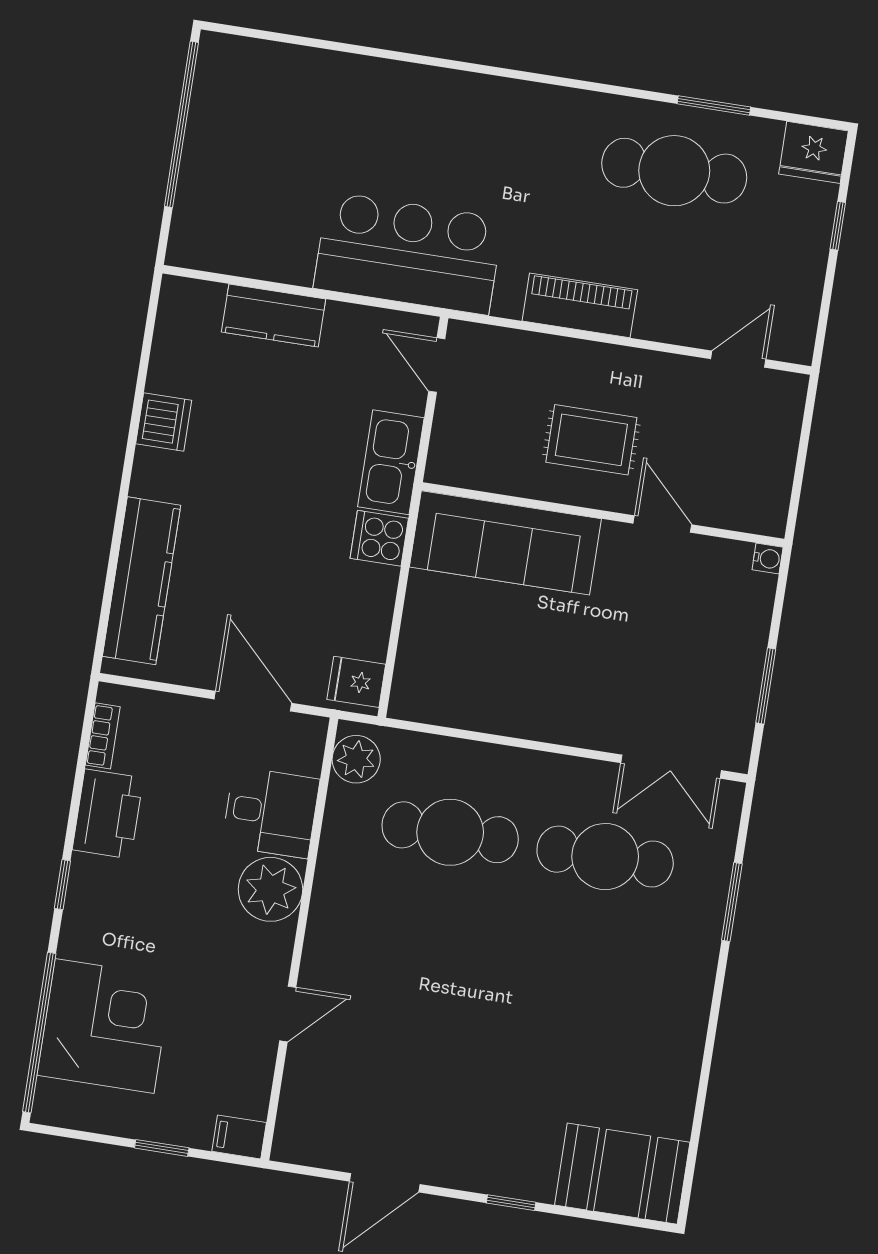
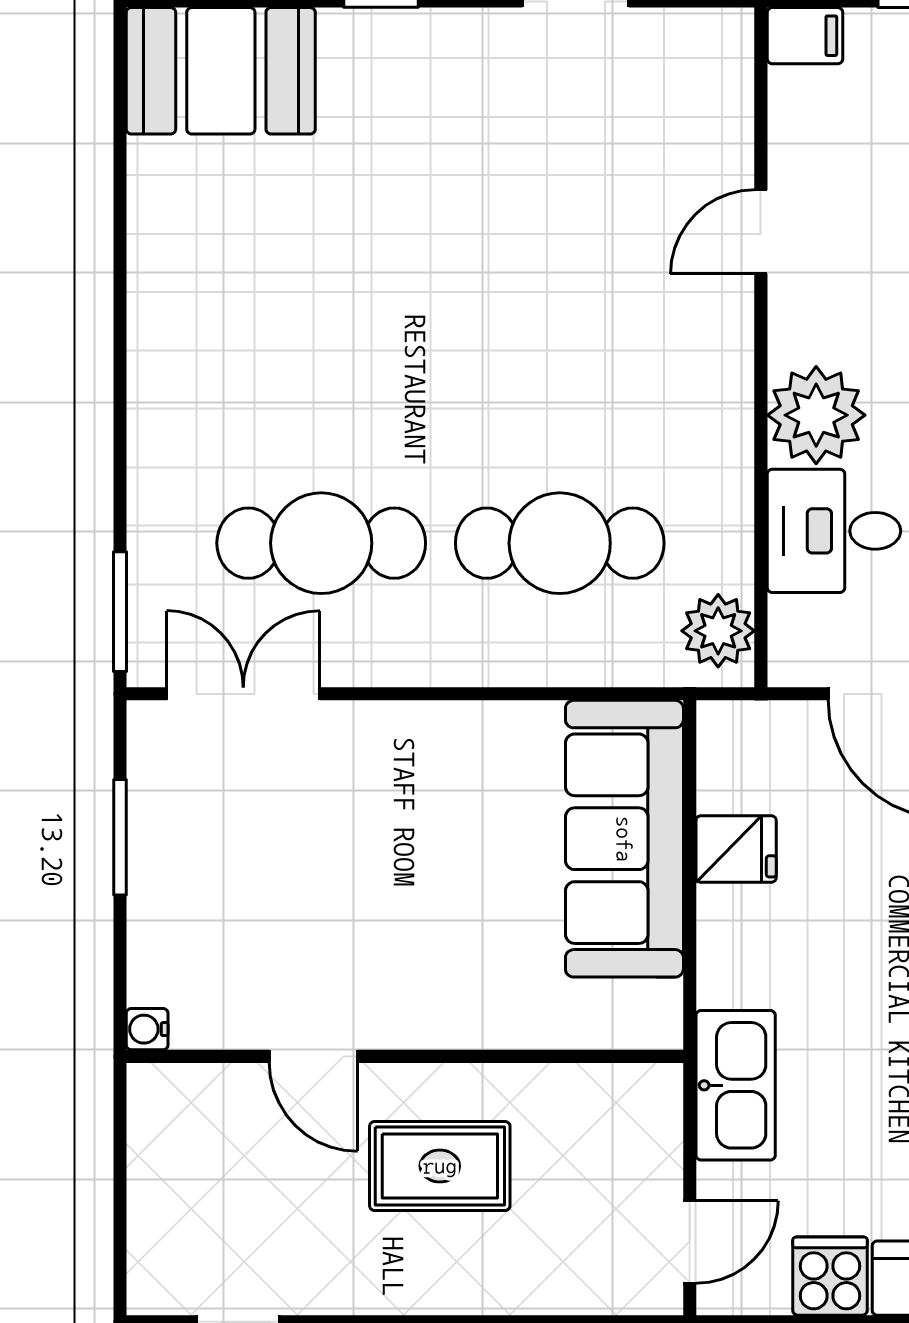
door: (437, 365) -> (690, 1242), hinge flipped
cooker: (379, 538) -> (830, 1276), moved, turned -90
sofa: (505, 543) -> (624, 839), moved, turned -90
fridge: (356, 682) -> (736, 849), moved
window: (732, 902) -> (120, 612), moved

